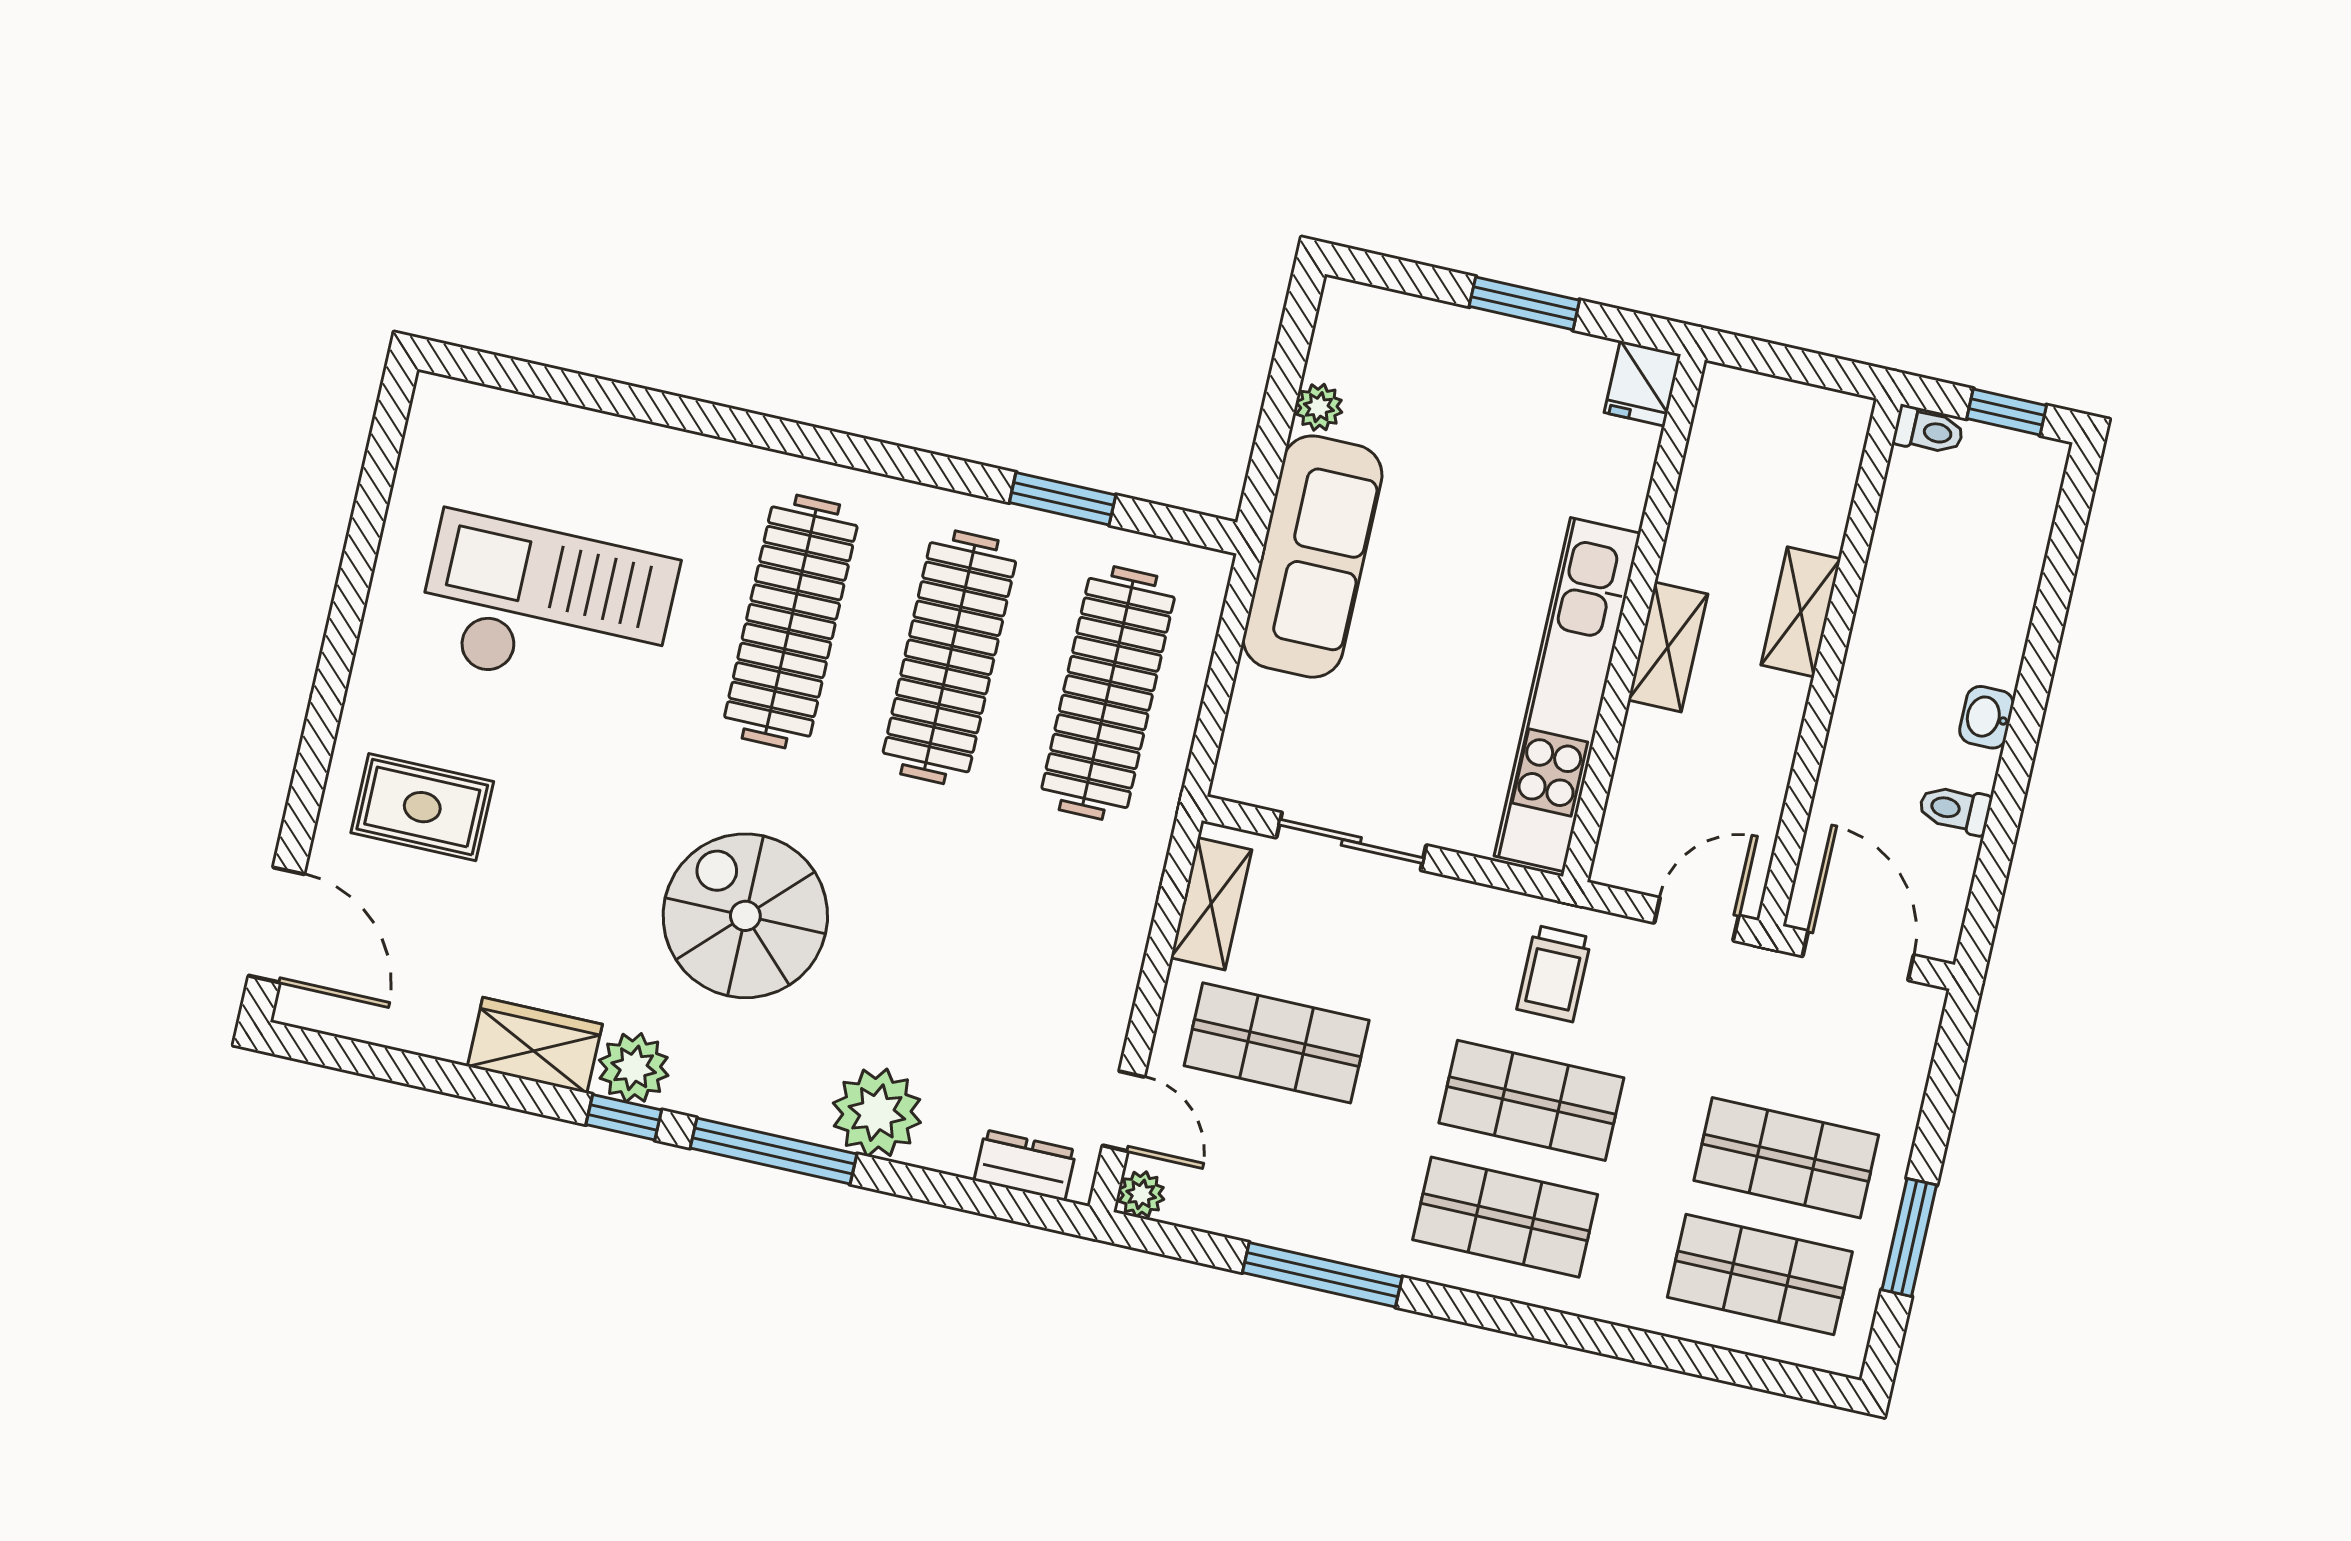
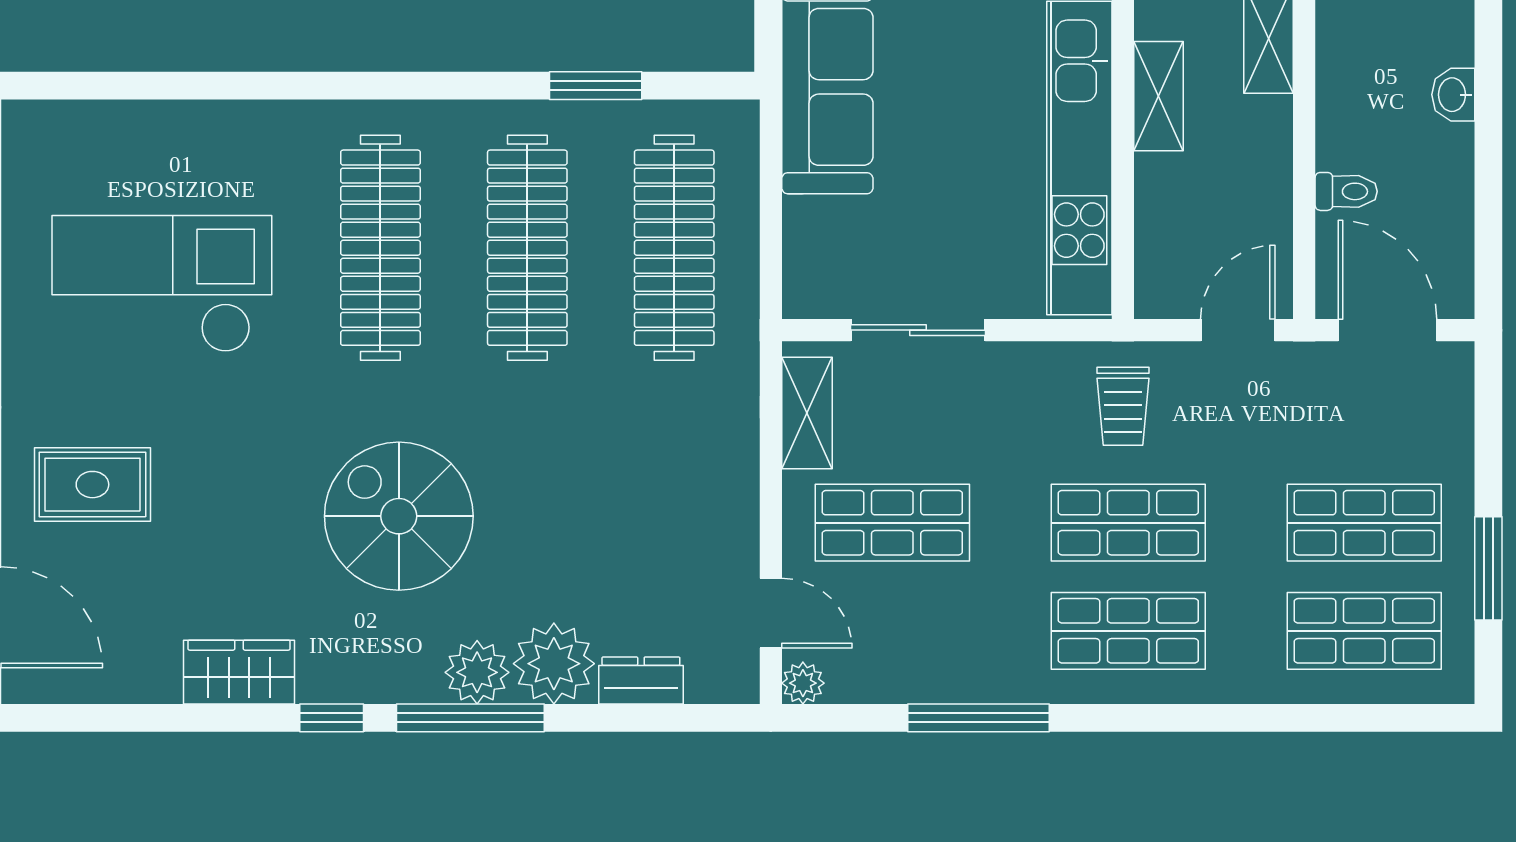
toilet: (1955, 809) -> (1346, 191), moved, turned 180
plant: (634, 1068) -> (477, 672), moved
dresser: (1025, 1165) -> (641, 680), moved

